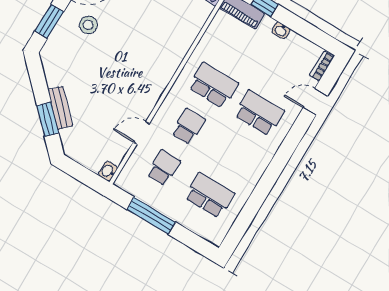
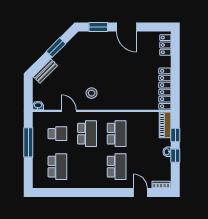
window: (293, 22) -> (175, 156), added
stool: (88, 25) -> (92, 93), moved
bench: (60, 108) -> (45, 71), moved
window: (48, 119) -> (56, 48), moved
school desk: (188, 127) -> (87, 134), width x1.85

